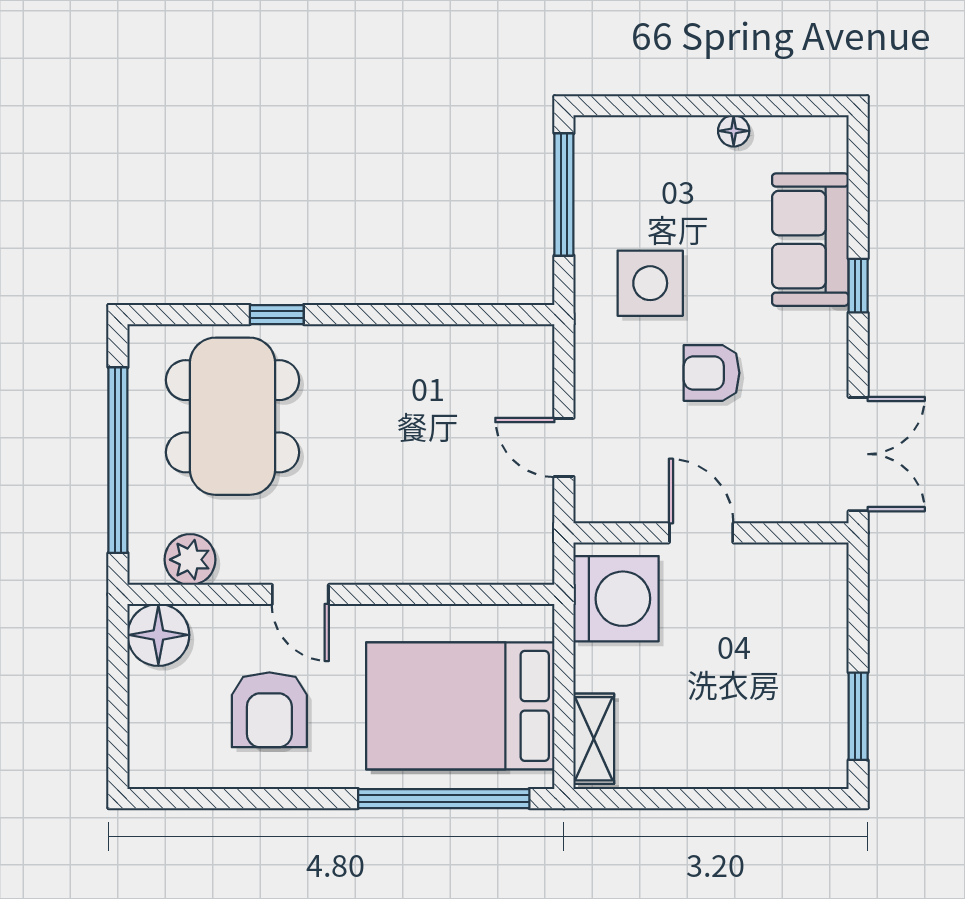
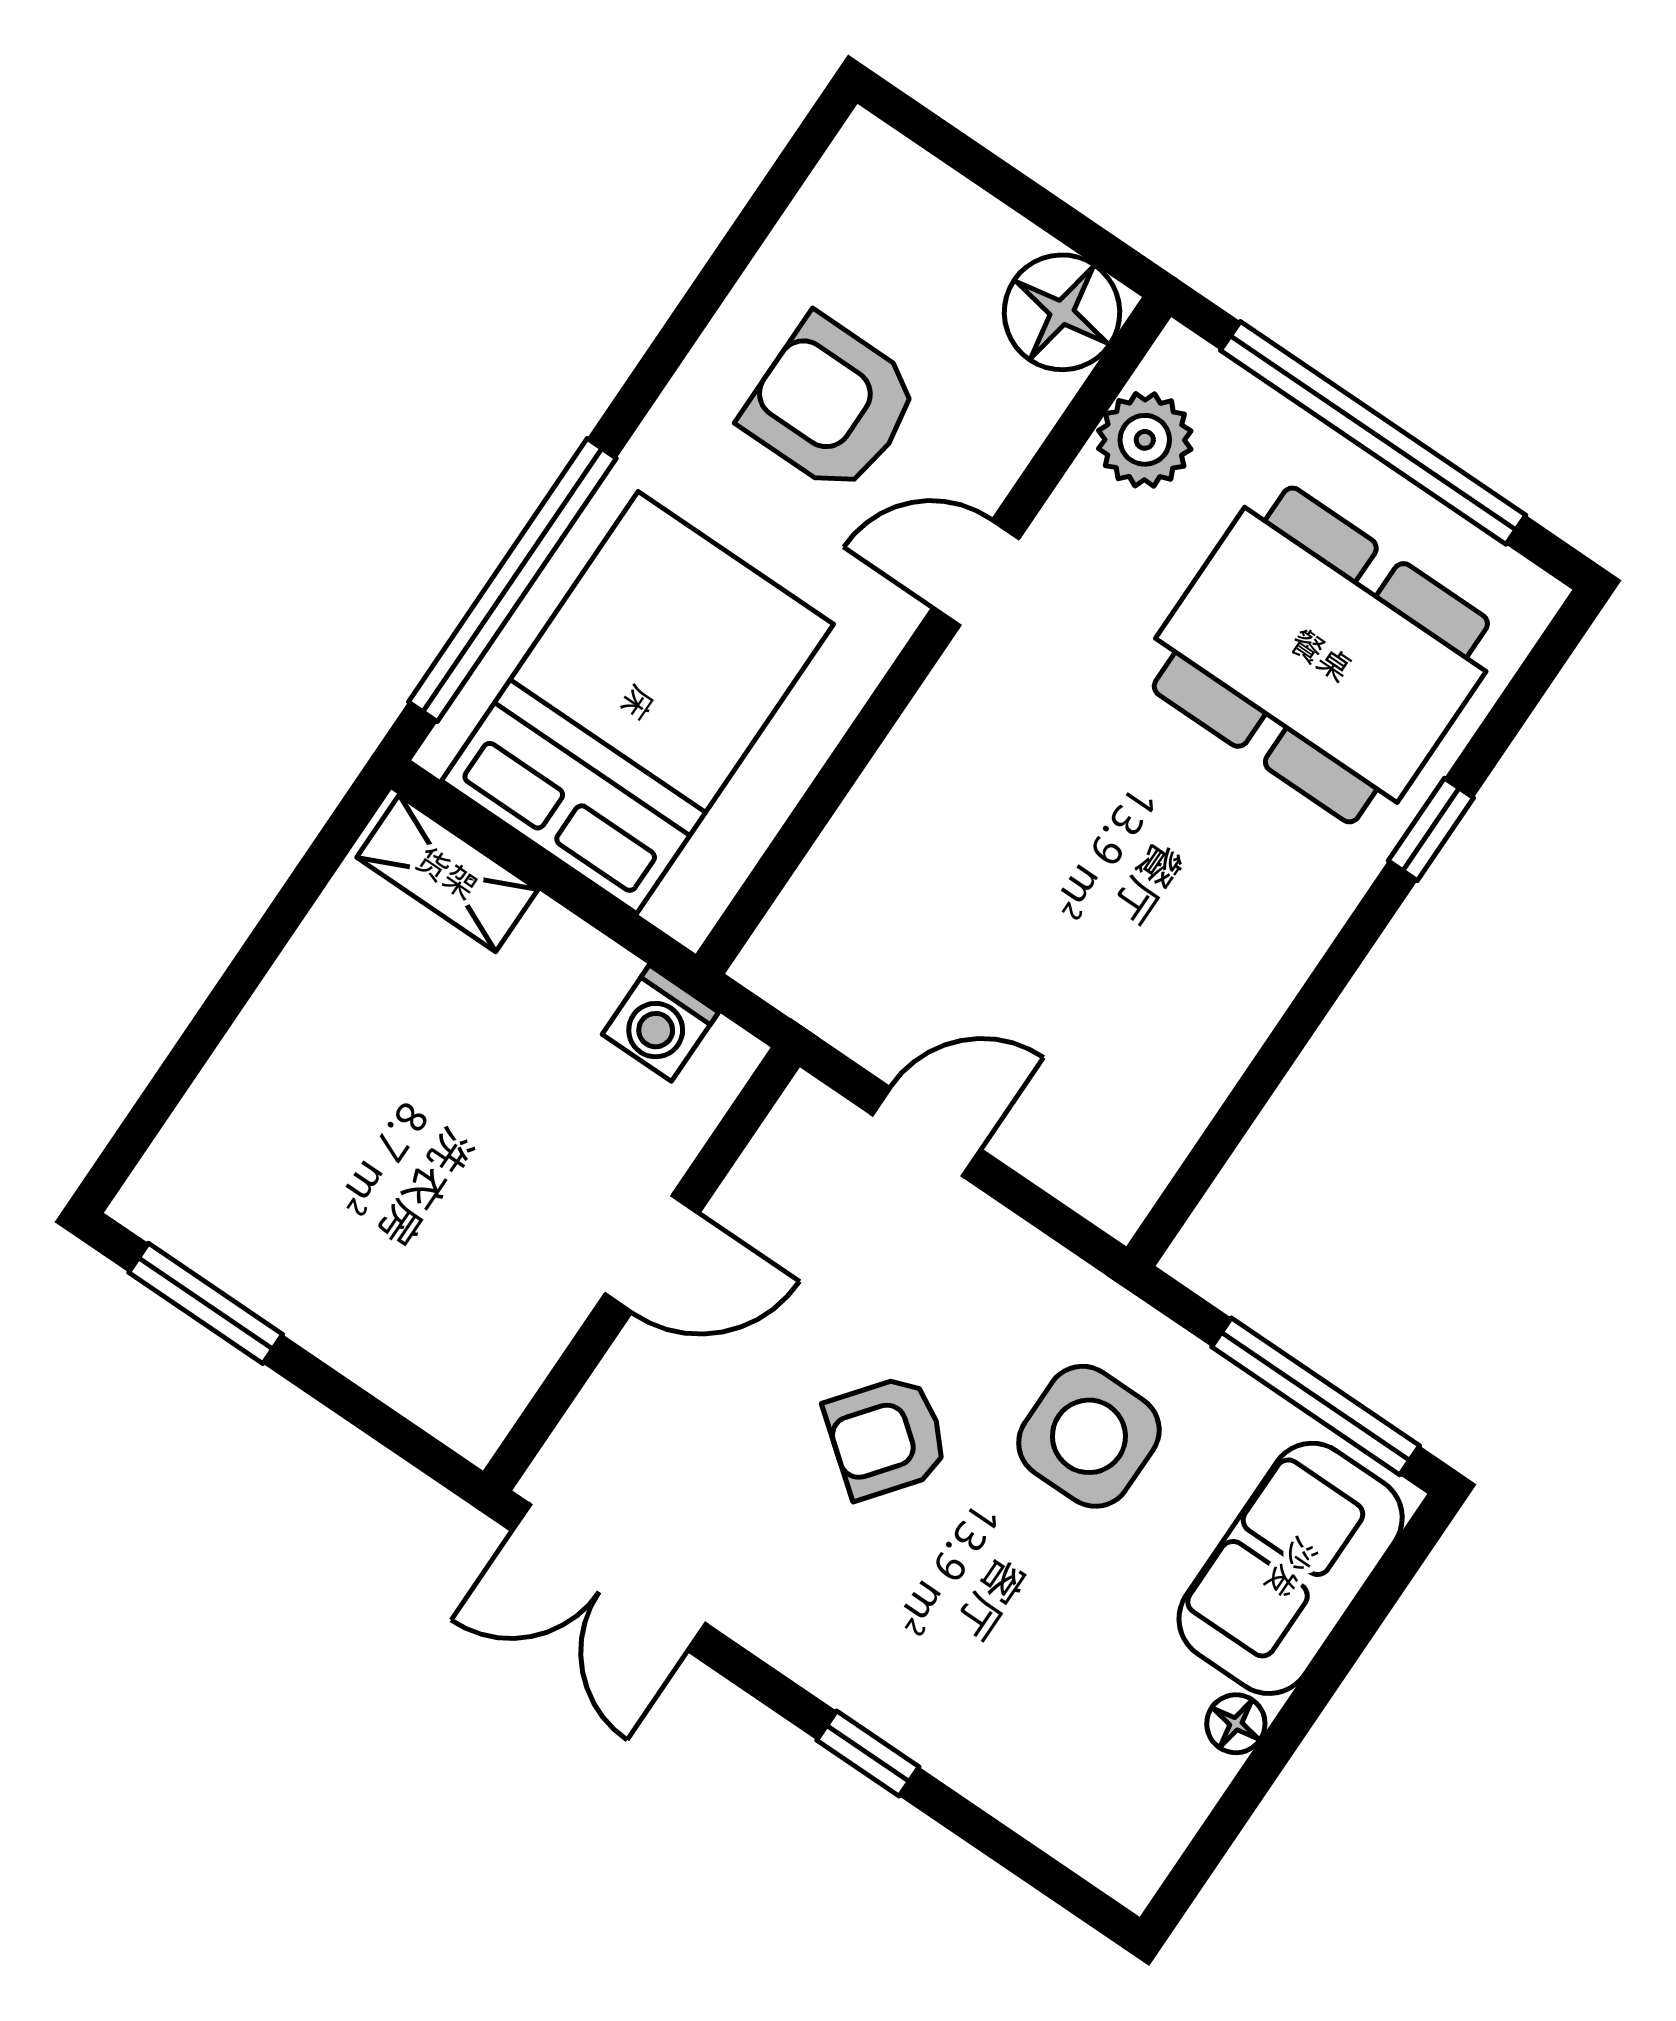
sofa: (810, 240) -> (1291, 1568), moved, turned -90
armchair: (712, 373) -> (887, 1437), turned -142
washing machine: (616, 599) -> (660, 1023), width x0.53, depth x0.53

